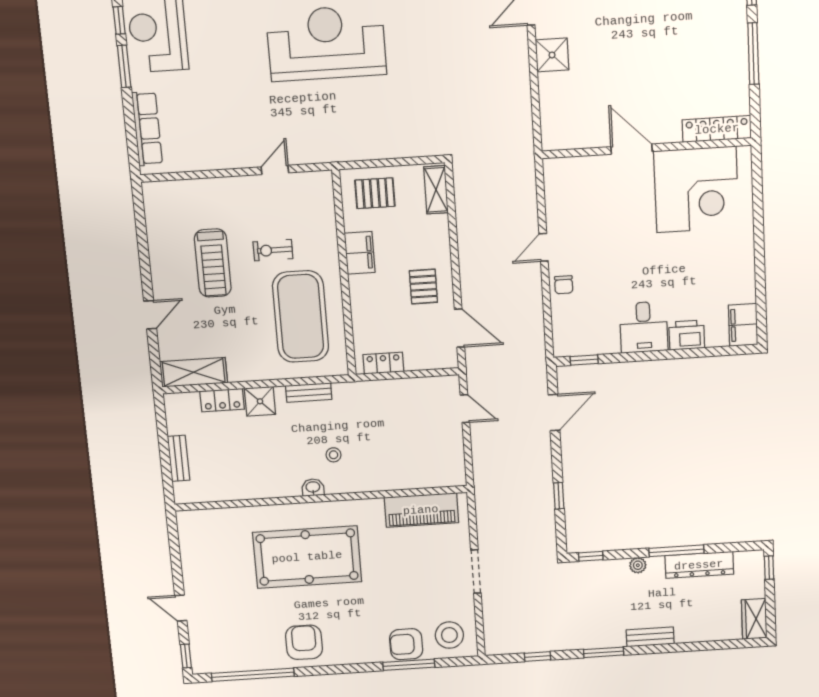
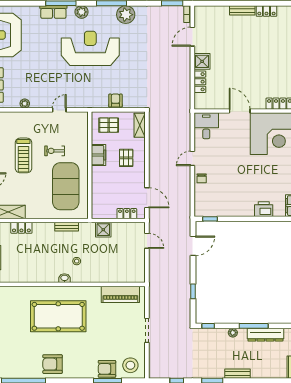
locker: (550, 96) -> (200, 82), added
armchair: (385, 144) -> (115, 101), added
plant: (205, 162) -> (25, 104), added
pallet: (423, 287) -> (126, 158), moved
desk: (644, 327) -> (206, 126), moved, turned 180
locker: (383, 363) -> (127, 214), moved
shower: (260, 401) -> (103, 230), moved
armchair: (304, 642) -> (53, 364), turned -90

